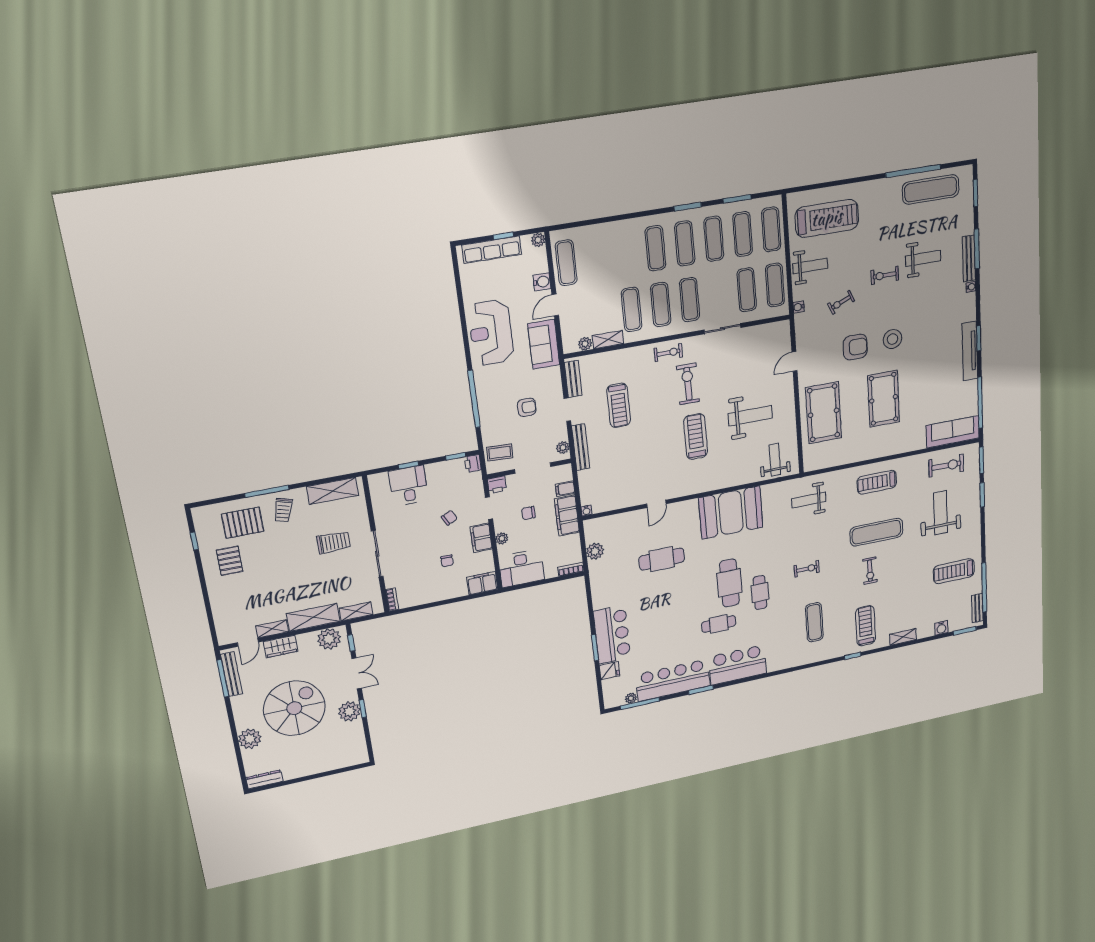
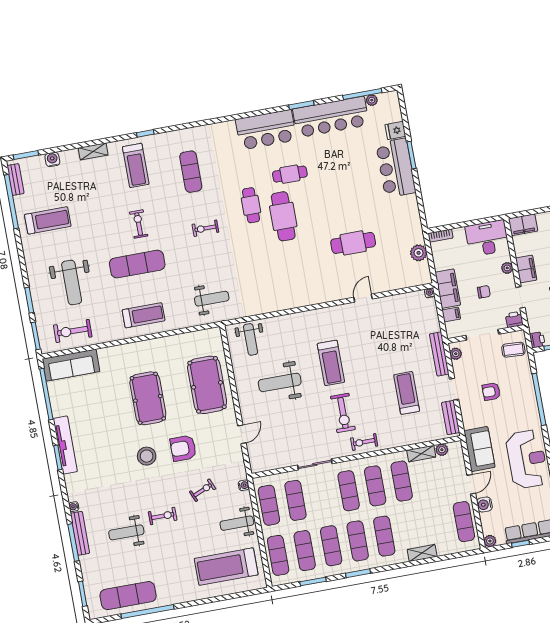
shelving: (615, 228) -> (422, 553), added
booth: (731, 513) -> (289, 288), removed

